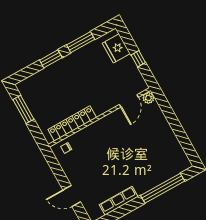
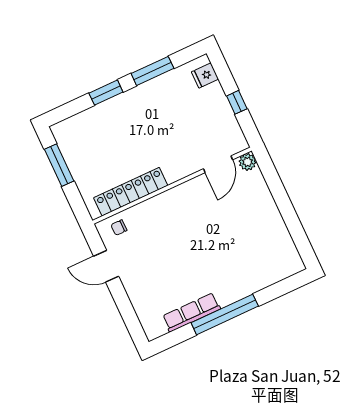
fridge: (116, 48) -> (205, 75), width x0.53, depth x0.75
window: (163, 188) -> (225, 314), moved
door: (72, 196) -> (106, 266), moved

